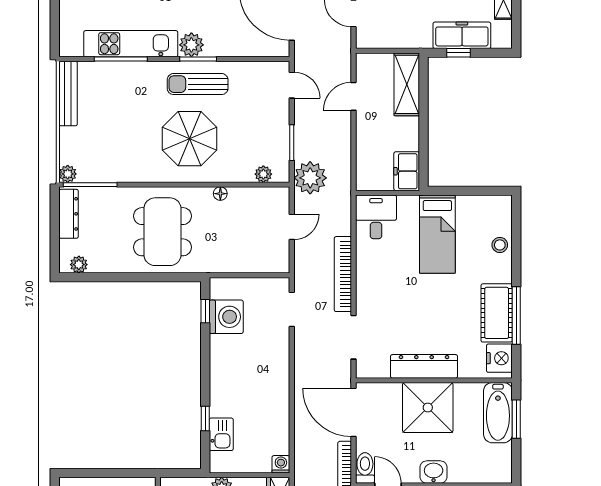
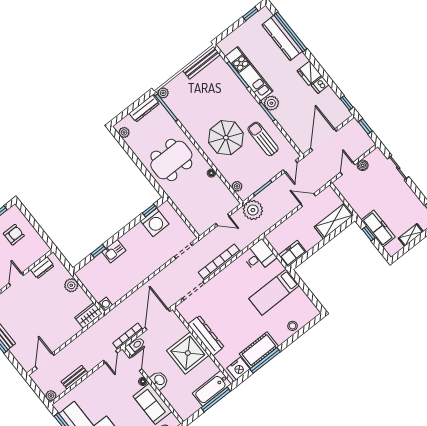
sun lounger: (198, 84) -> (263, 139), moved
window: (516, 419) -> (216, 400), width x1.44
kitchen sink: (221, 434) -> (114, 251), moved

